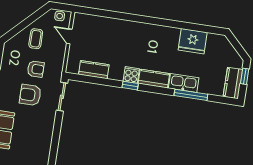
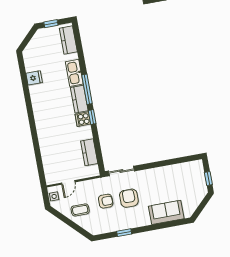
fridge: (193, 41) -> (34, 78), width x0.53, depth x0.75
armchair: (36, 69) -> (106, 201), turned 90
kitchen counter: (233, 83) -> (68, 40), moved, turned 90
armchair: (30, 95) -> (129, 198), turned 180
window: (191, 95) -> (87, 89), moved

